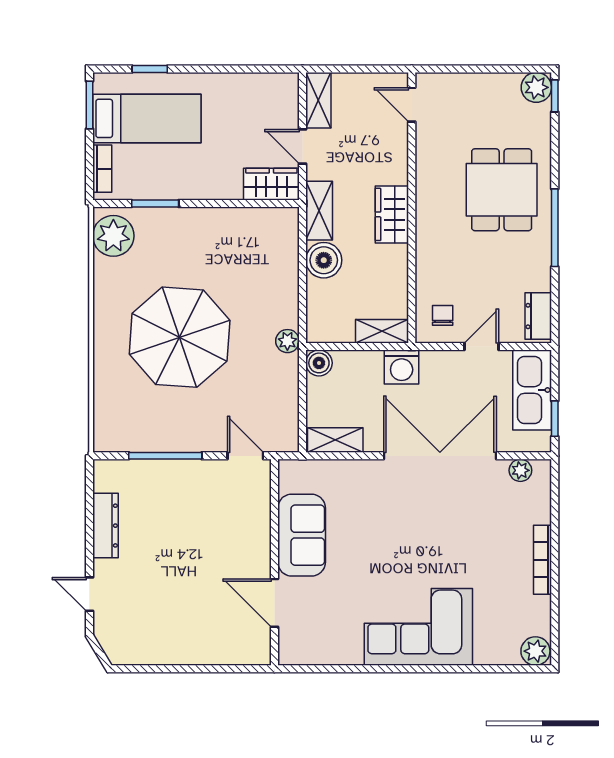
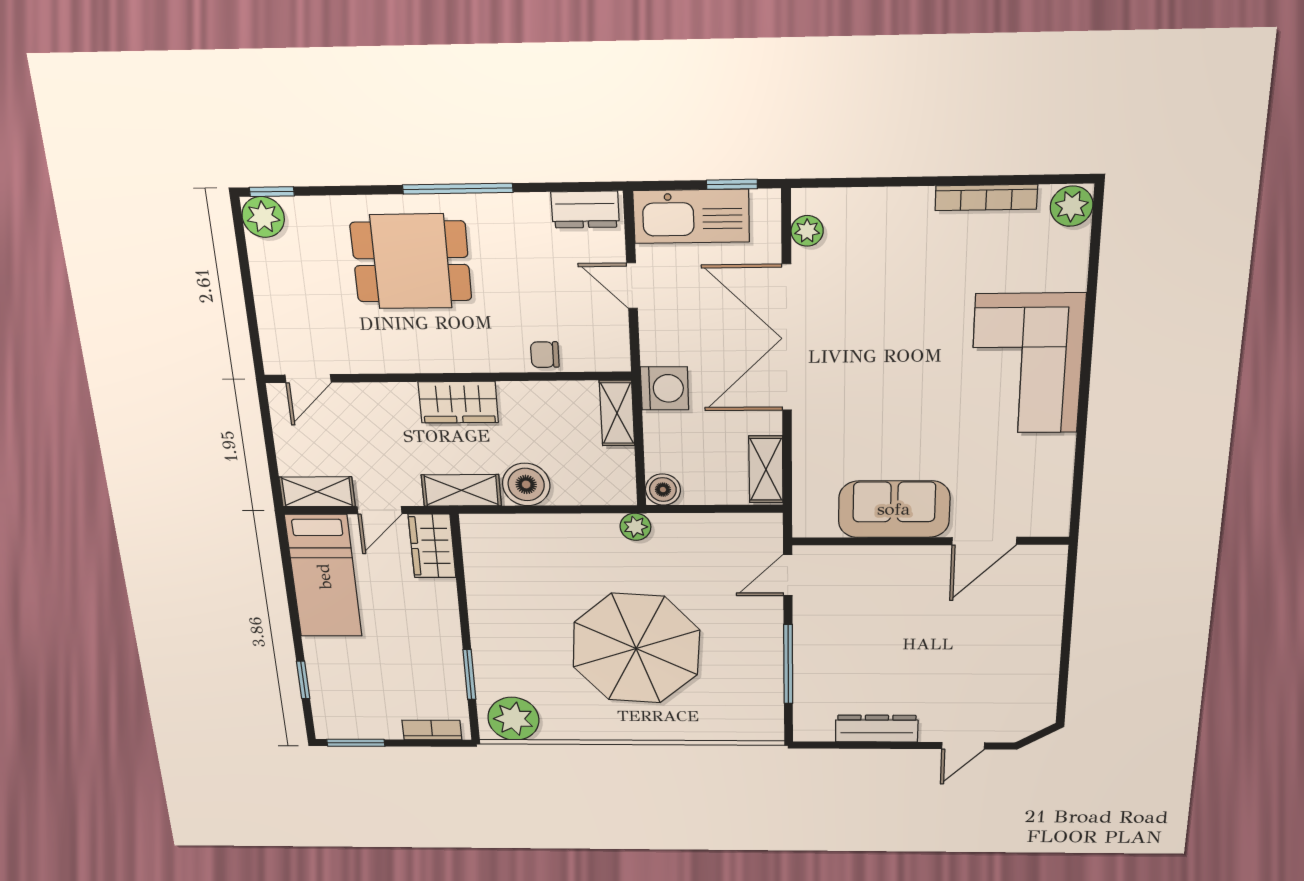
bed: (147, 118) -> (324, 576), moved, turned 180
chair: (443, 315) -> (545, 355), moved
bookcase: (543, 560) -> (986, 197), moved

